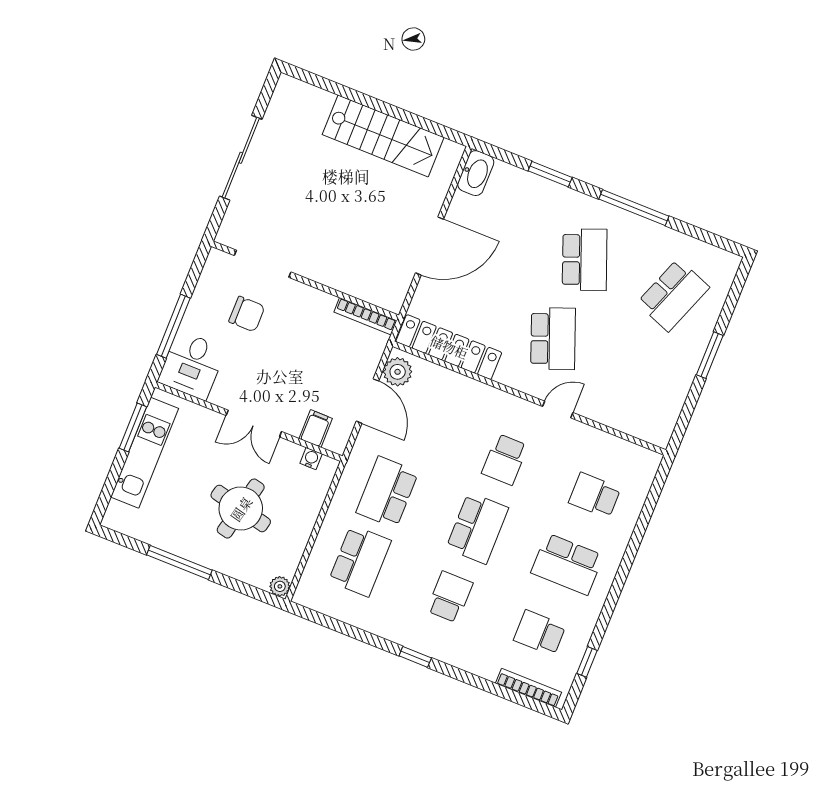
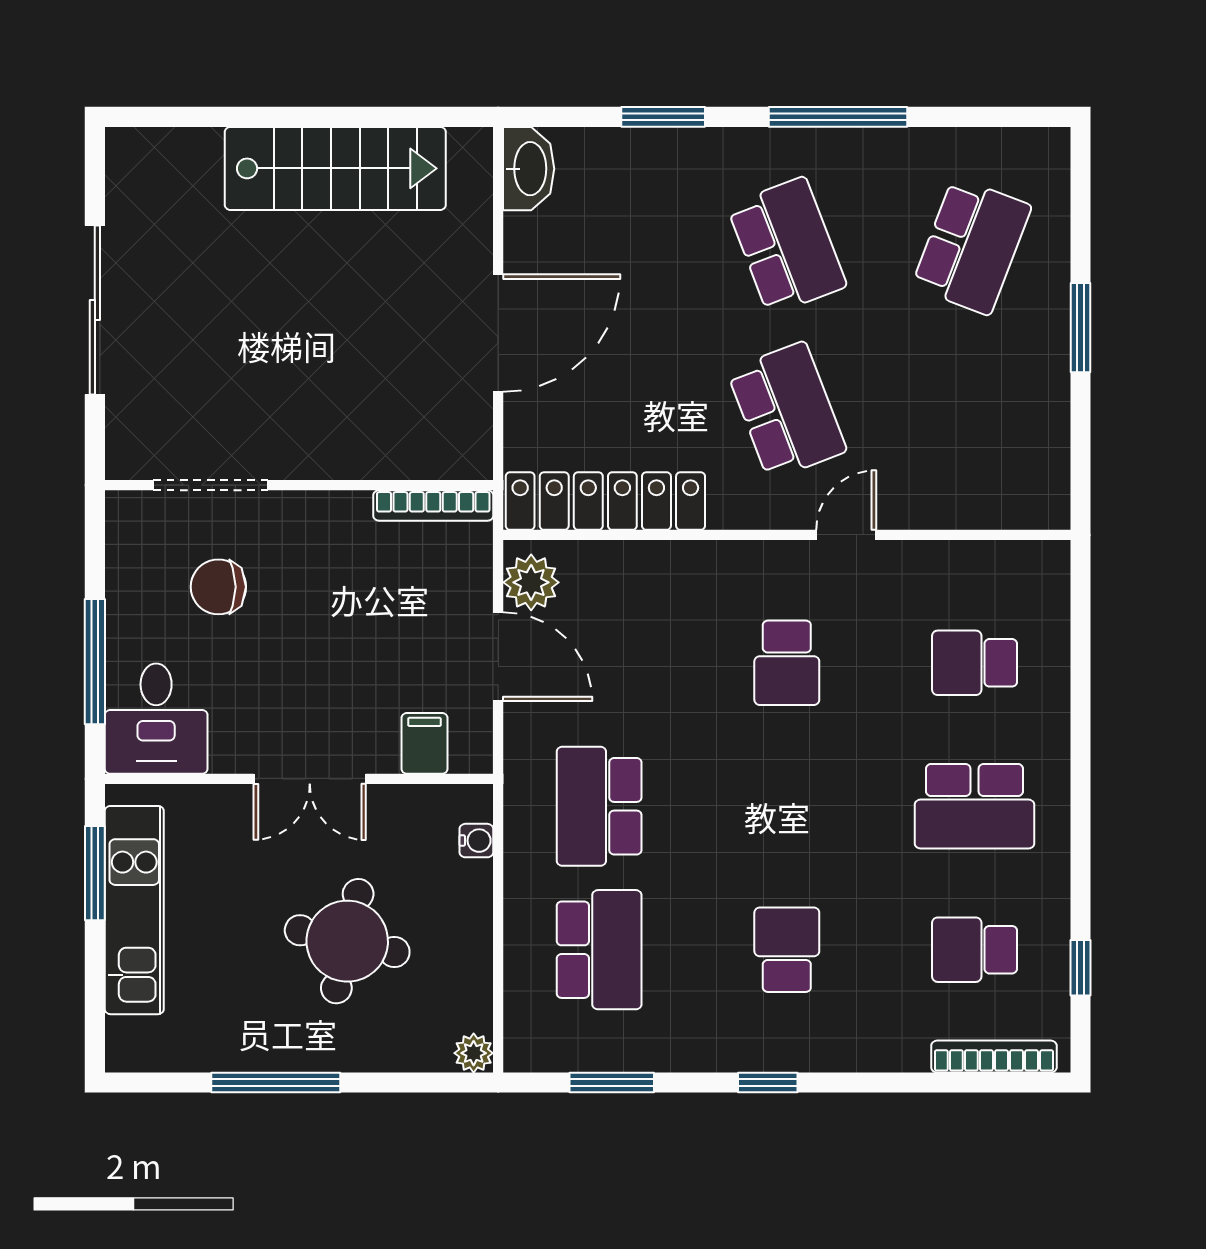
chair: (247, 314) -> (218, 587), turned 180
water cooler: (311, 459) -> (476, 841), moved, turned 90
school desk: (477, 528) -> (787, 806), removed
window: (340, 627) -> (612, 1083), added

